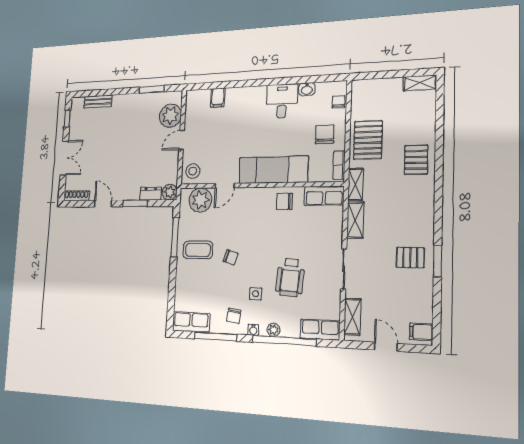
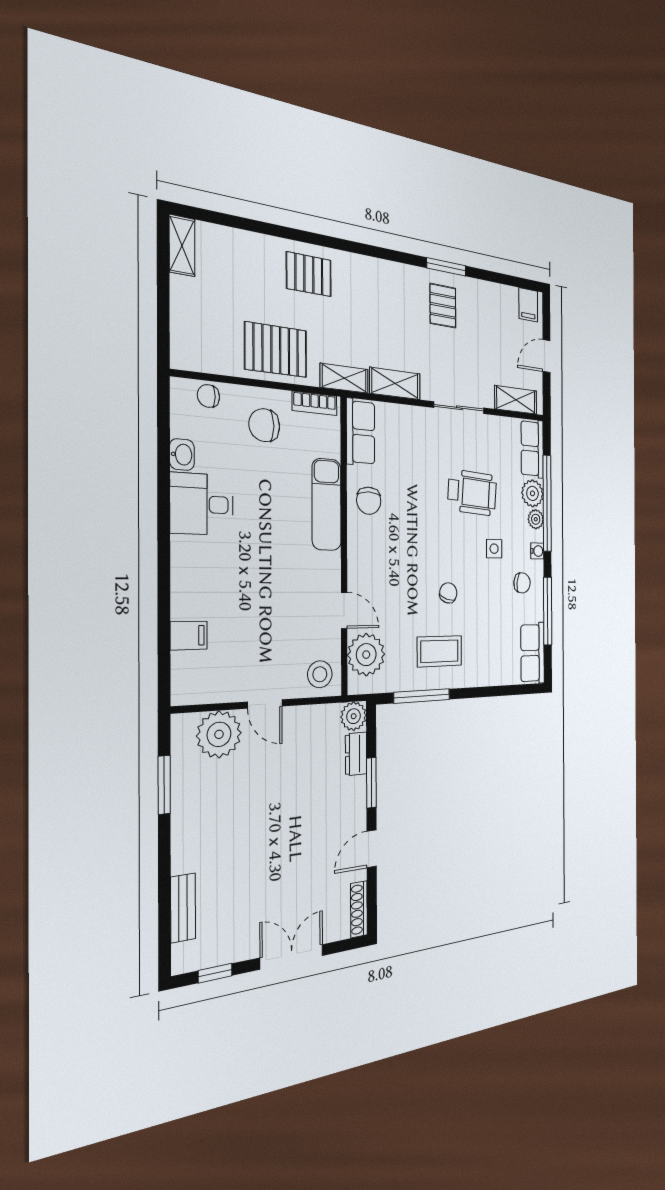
exam couch: (273, 170) -> (327, 504), width x0.73, depth x0.69
coffee table: (198, 250) -> (439, 651), turned 90
plant: (290, 328) -> (532, 493), added

